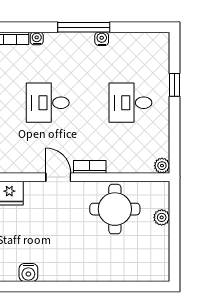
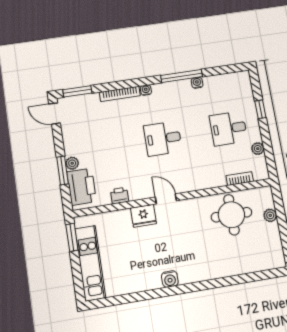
plant: (162, 166) -> (258, 149), moved
bookcase: (90, 167) -> (240, 179), moved
door: (58, 177) -> (166, 199), moved

